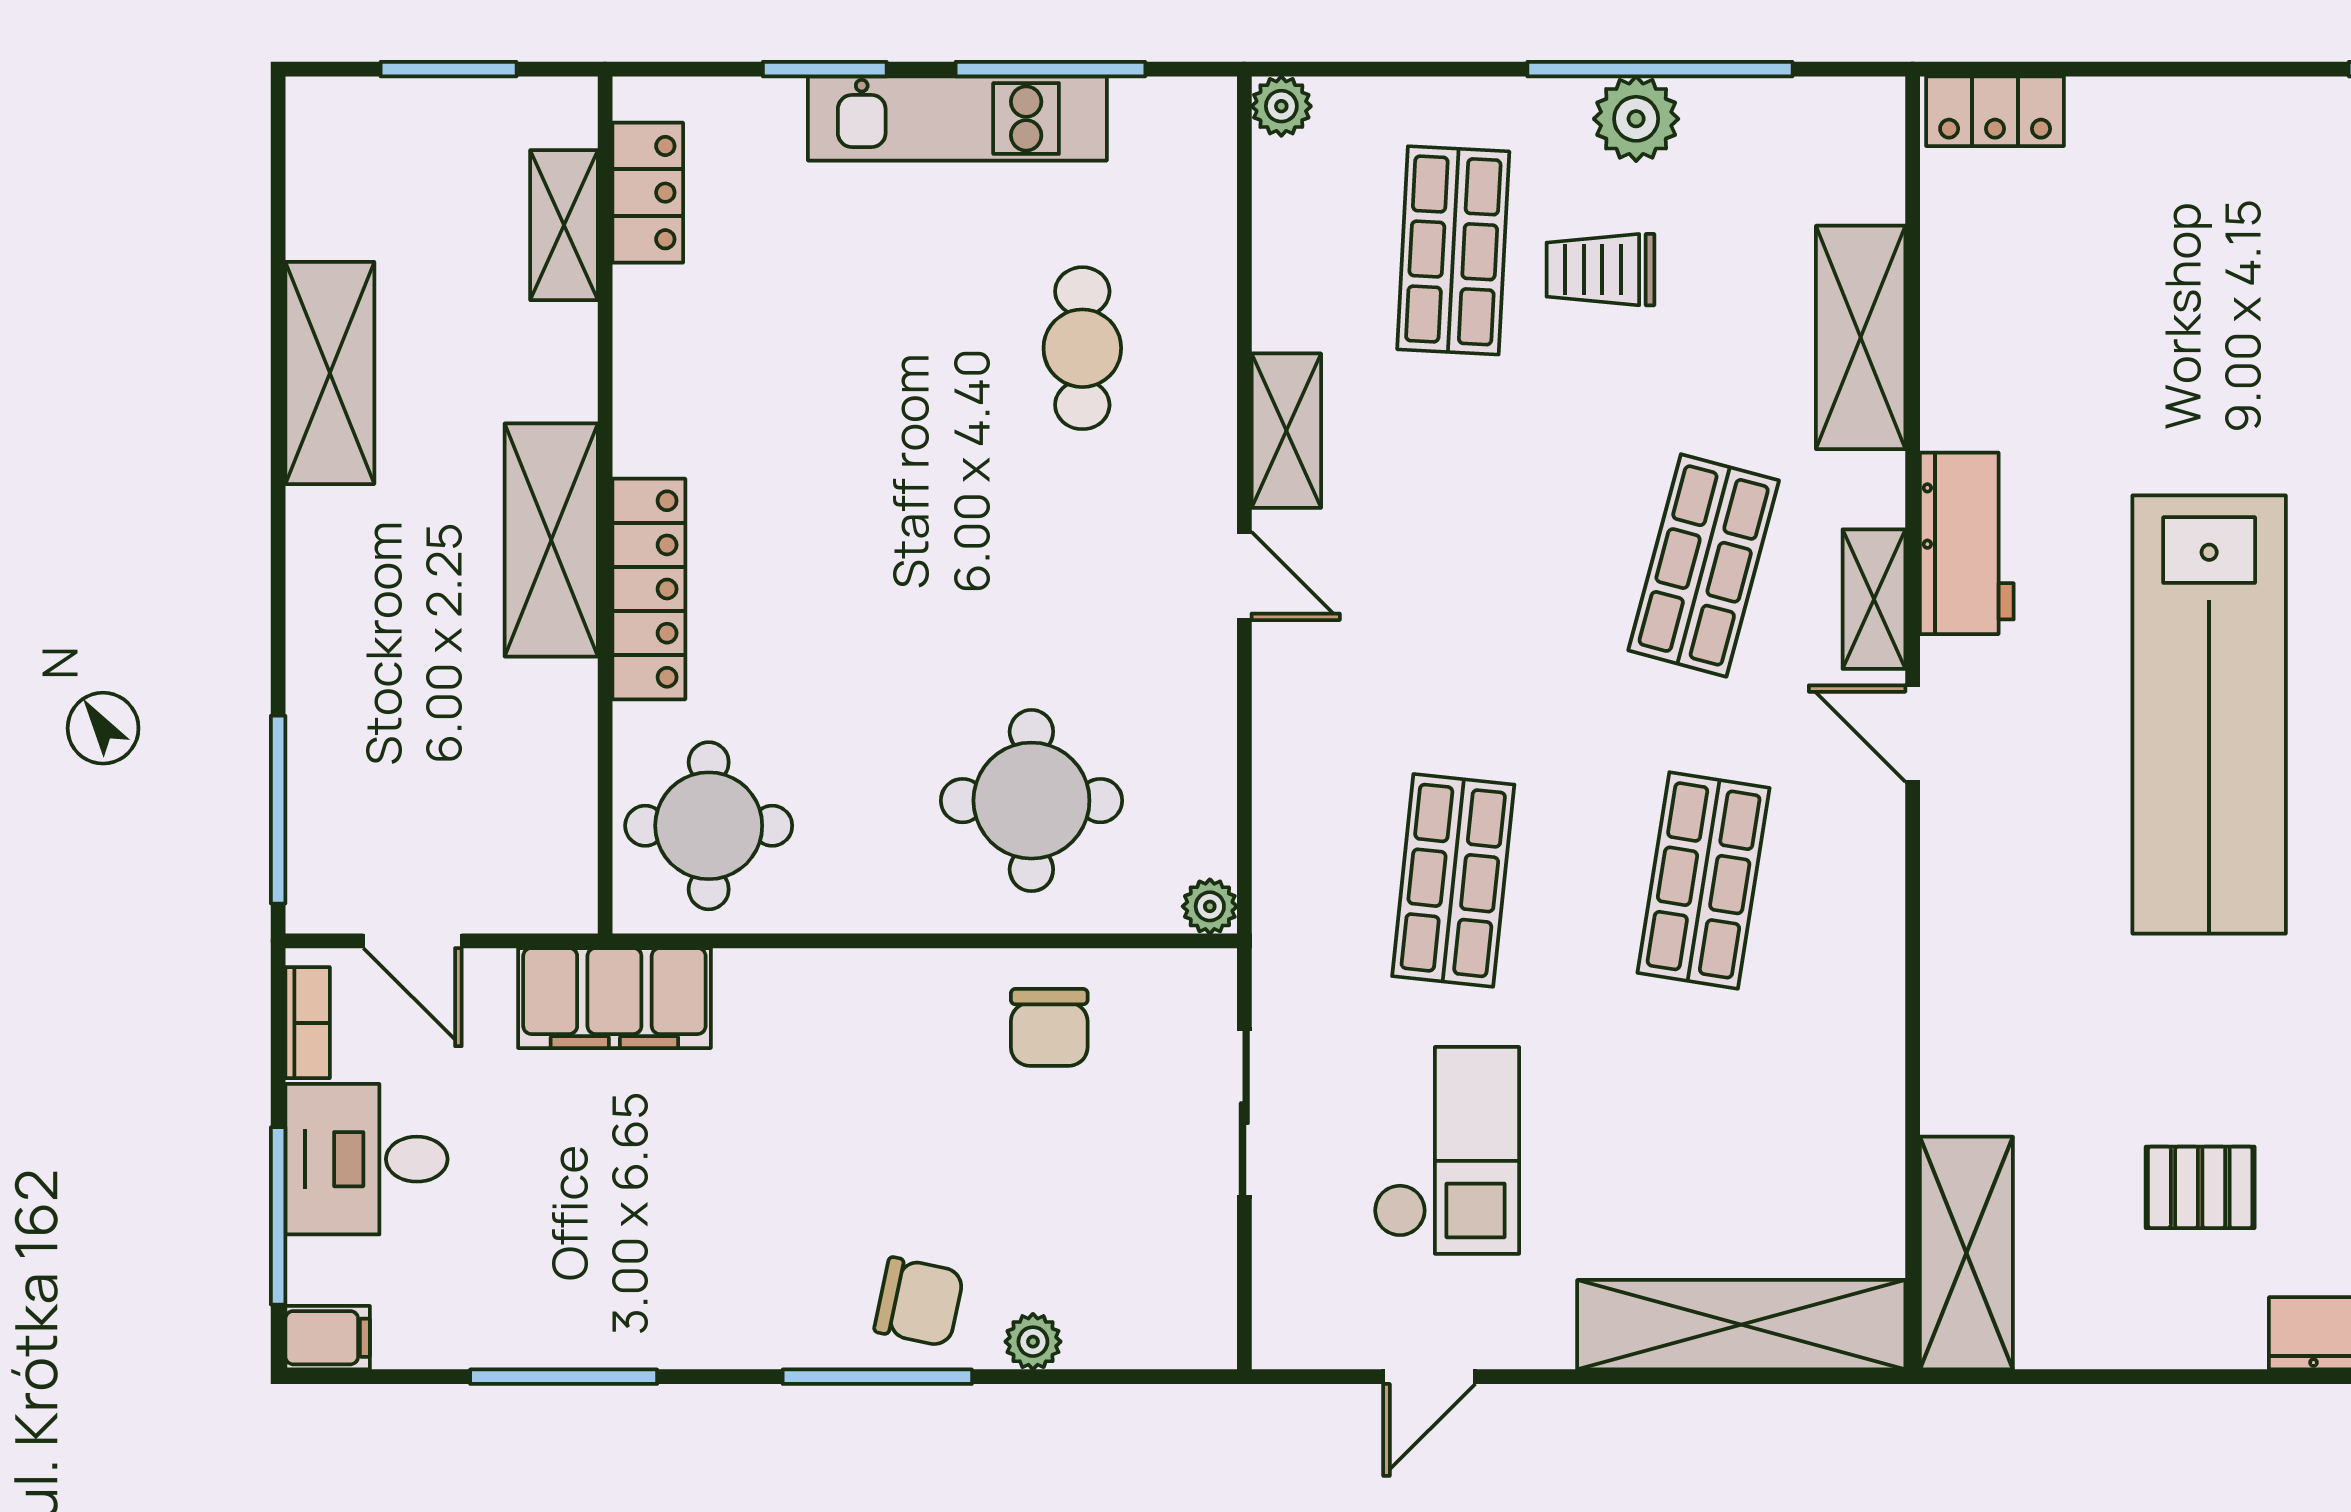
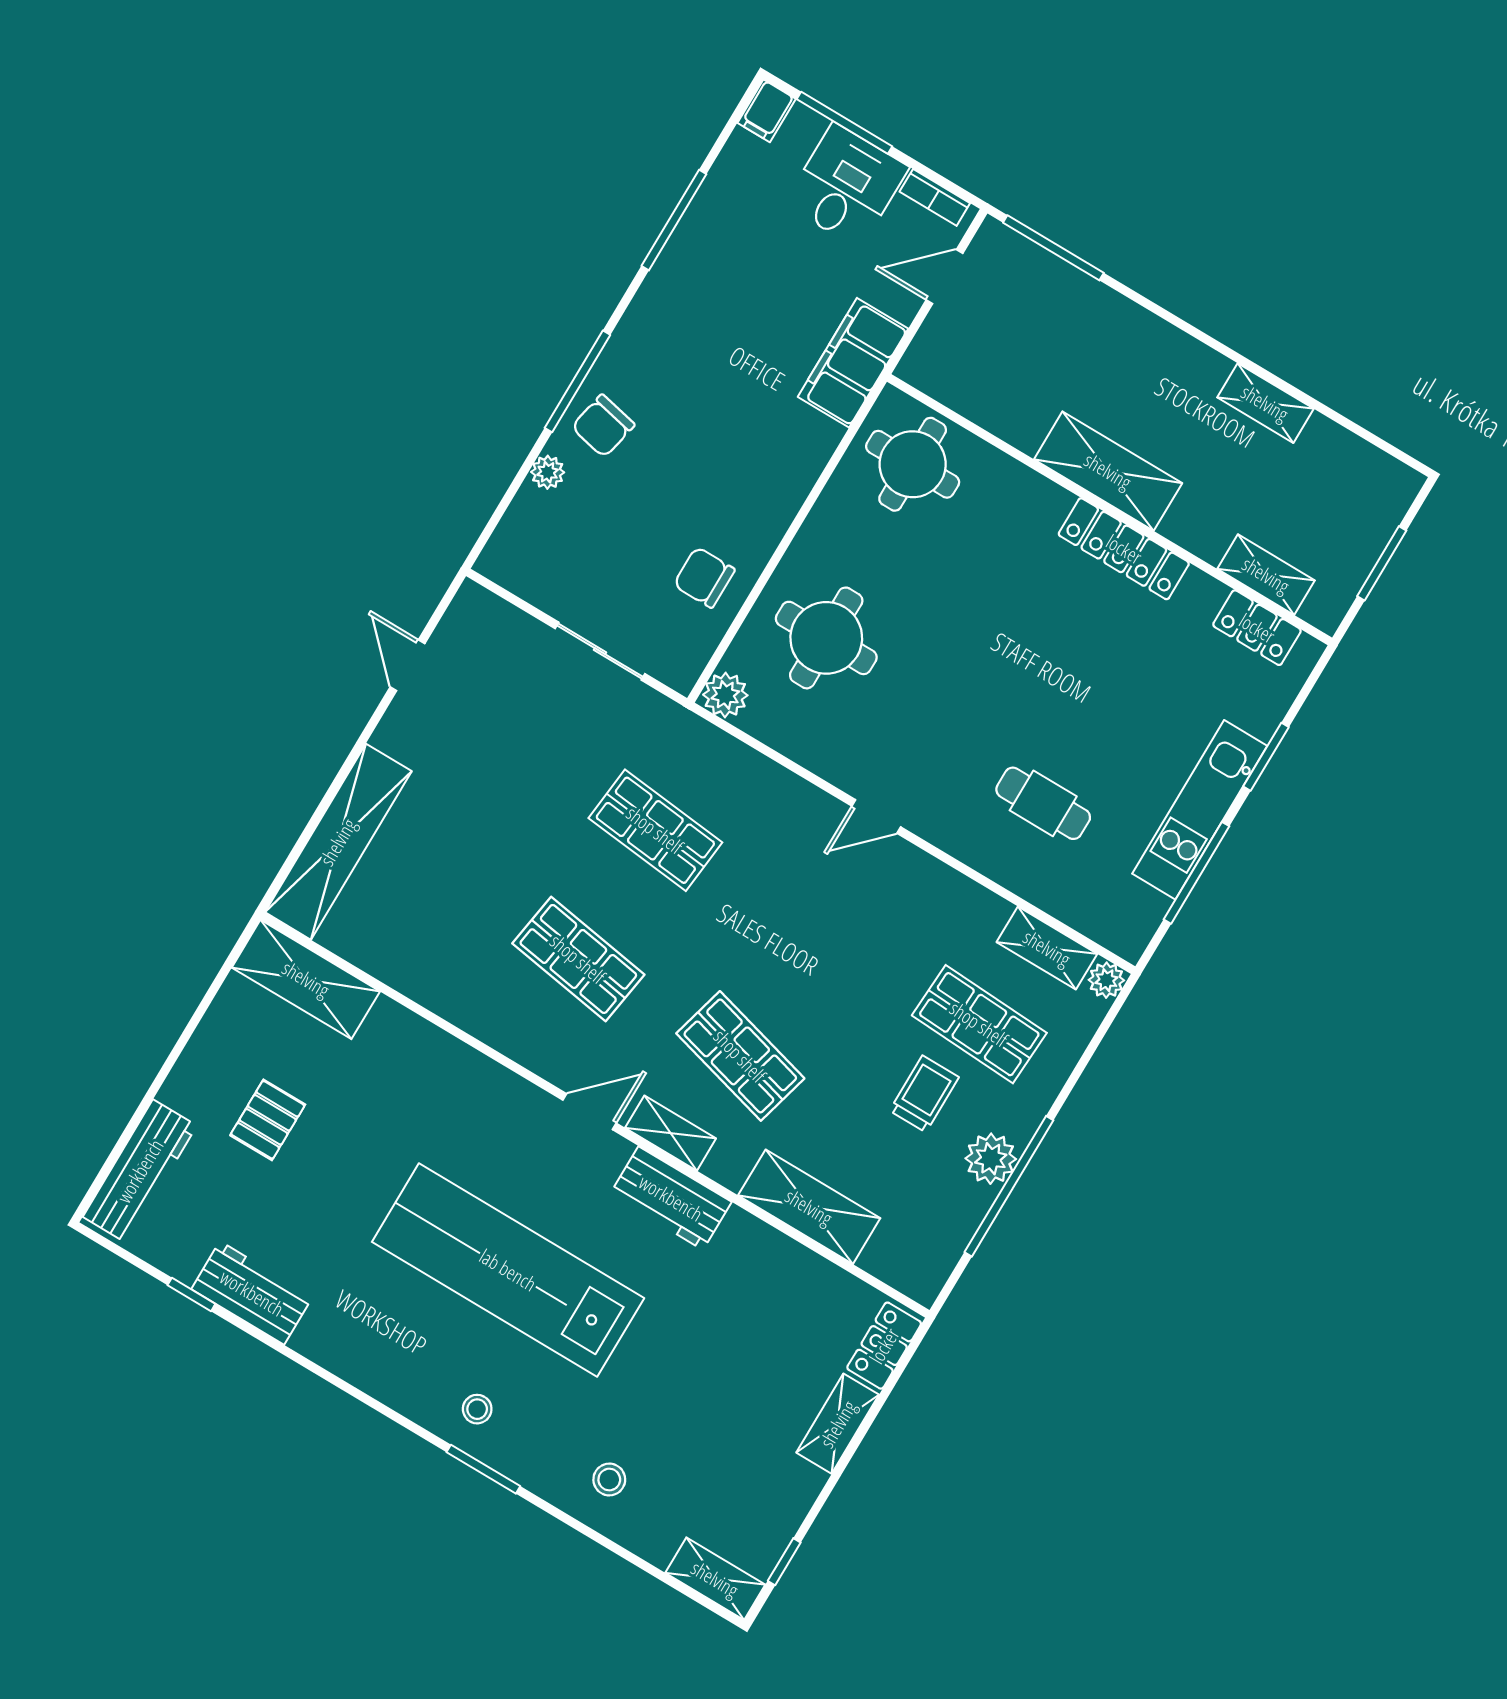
shelving: (2147, 111) -> (838, 1424), added
shelving: (330, 373) -> (1265, 403), width x0.67, depth x0.75
shelving: (1286, 431) -> (1047, 948), moved
locker: (649, 589) -> (1124, 549), moved
plant: (1210, 906) -> (725, 695), width x1.38, depth x1.38
checkout: (1446, 1150) -> (519, 744), removed

